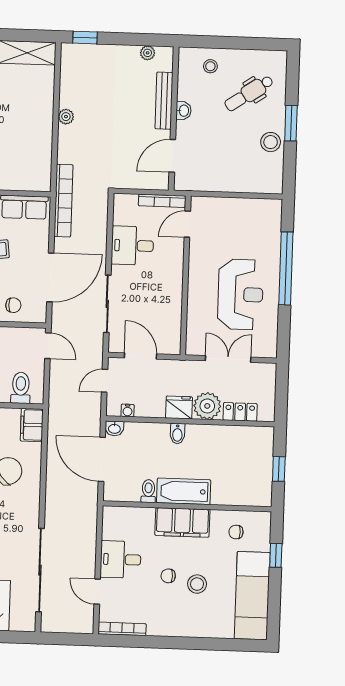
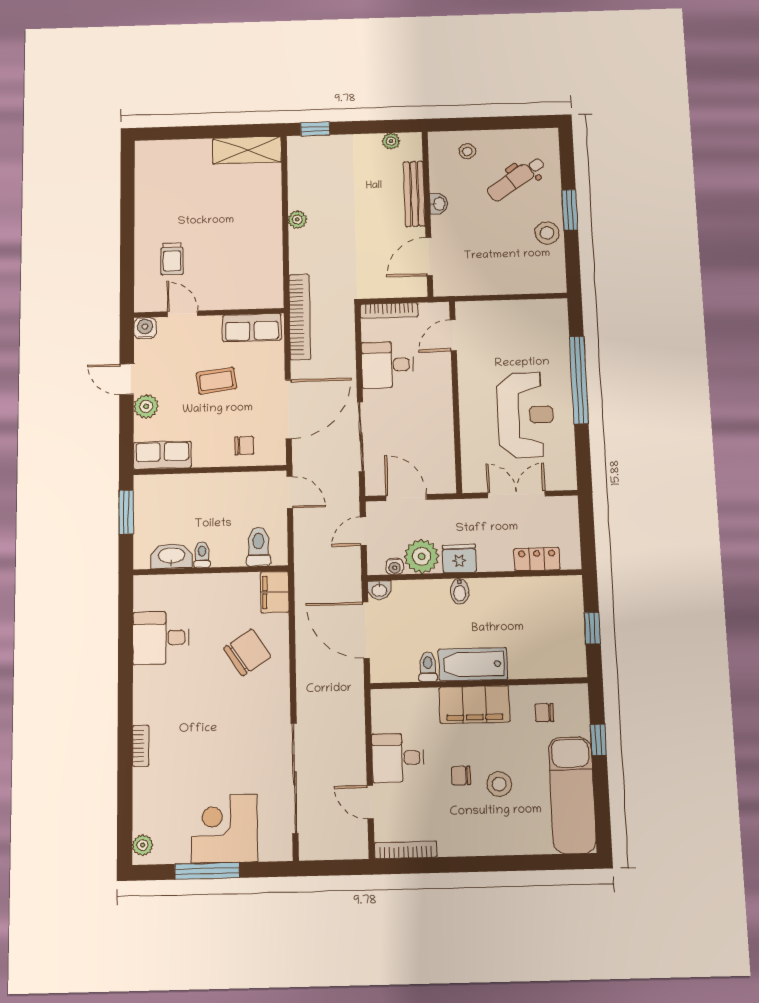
bookcase: (162, 201) -> (389, 311), moved
plant: (207, 406) -> (422, 556), moved

